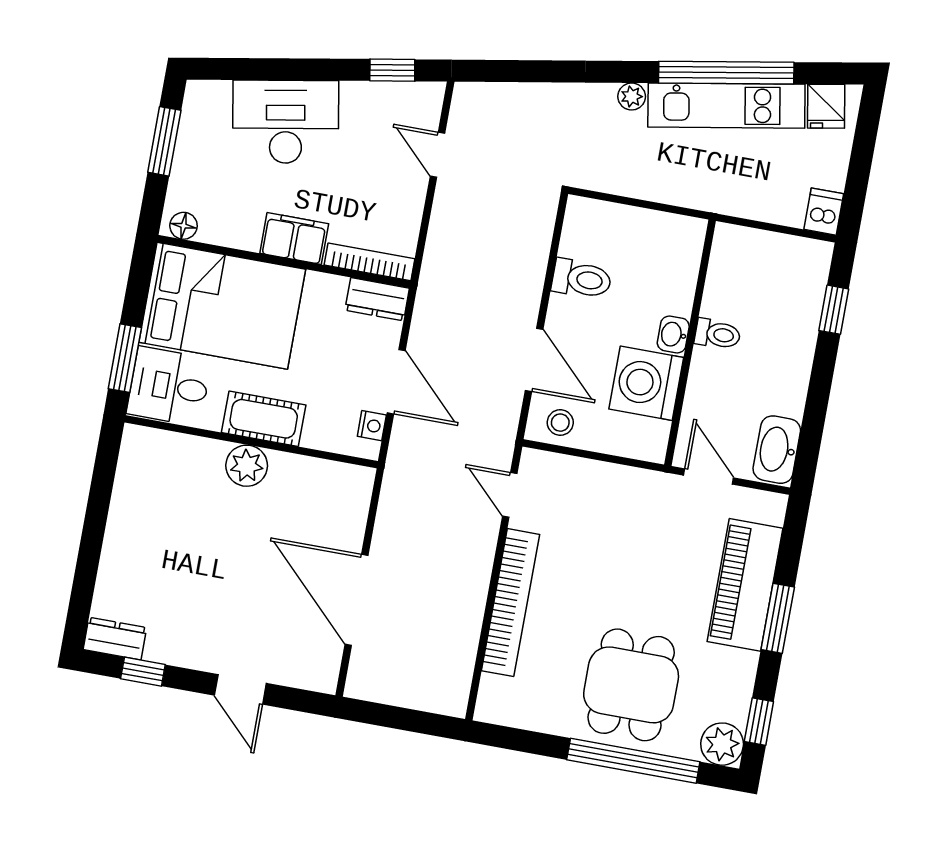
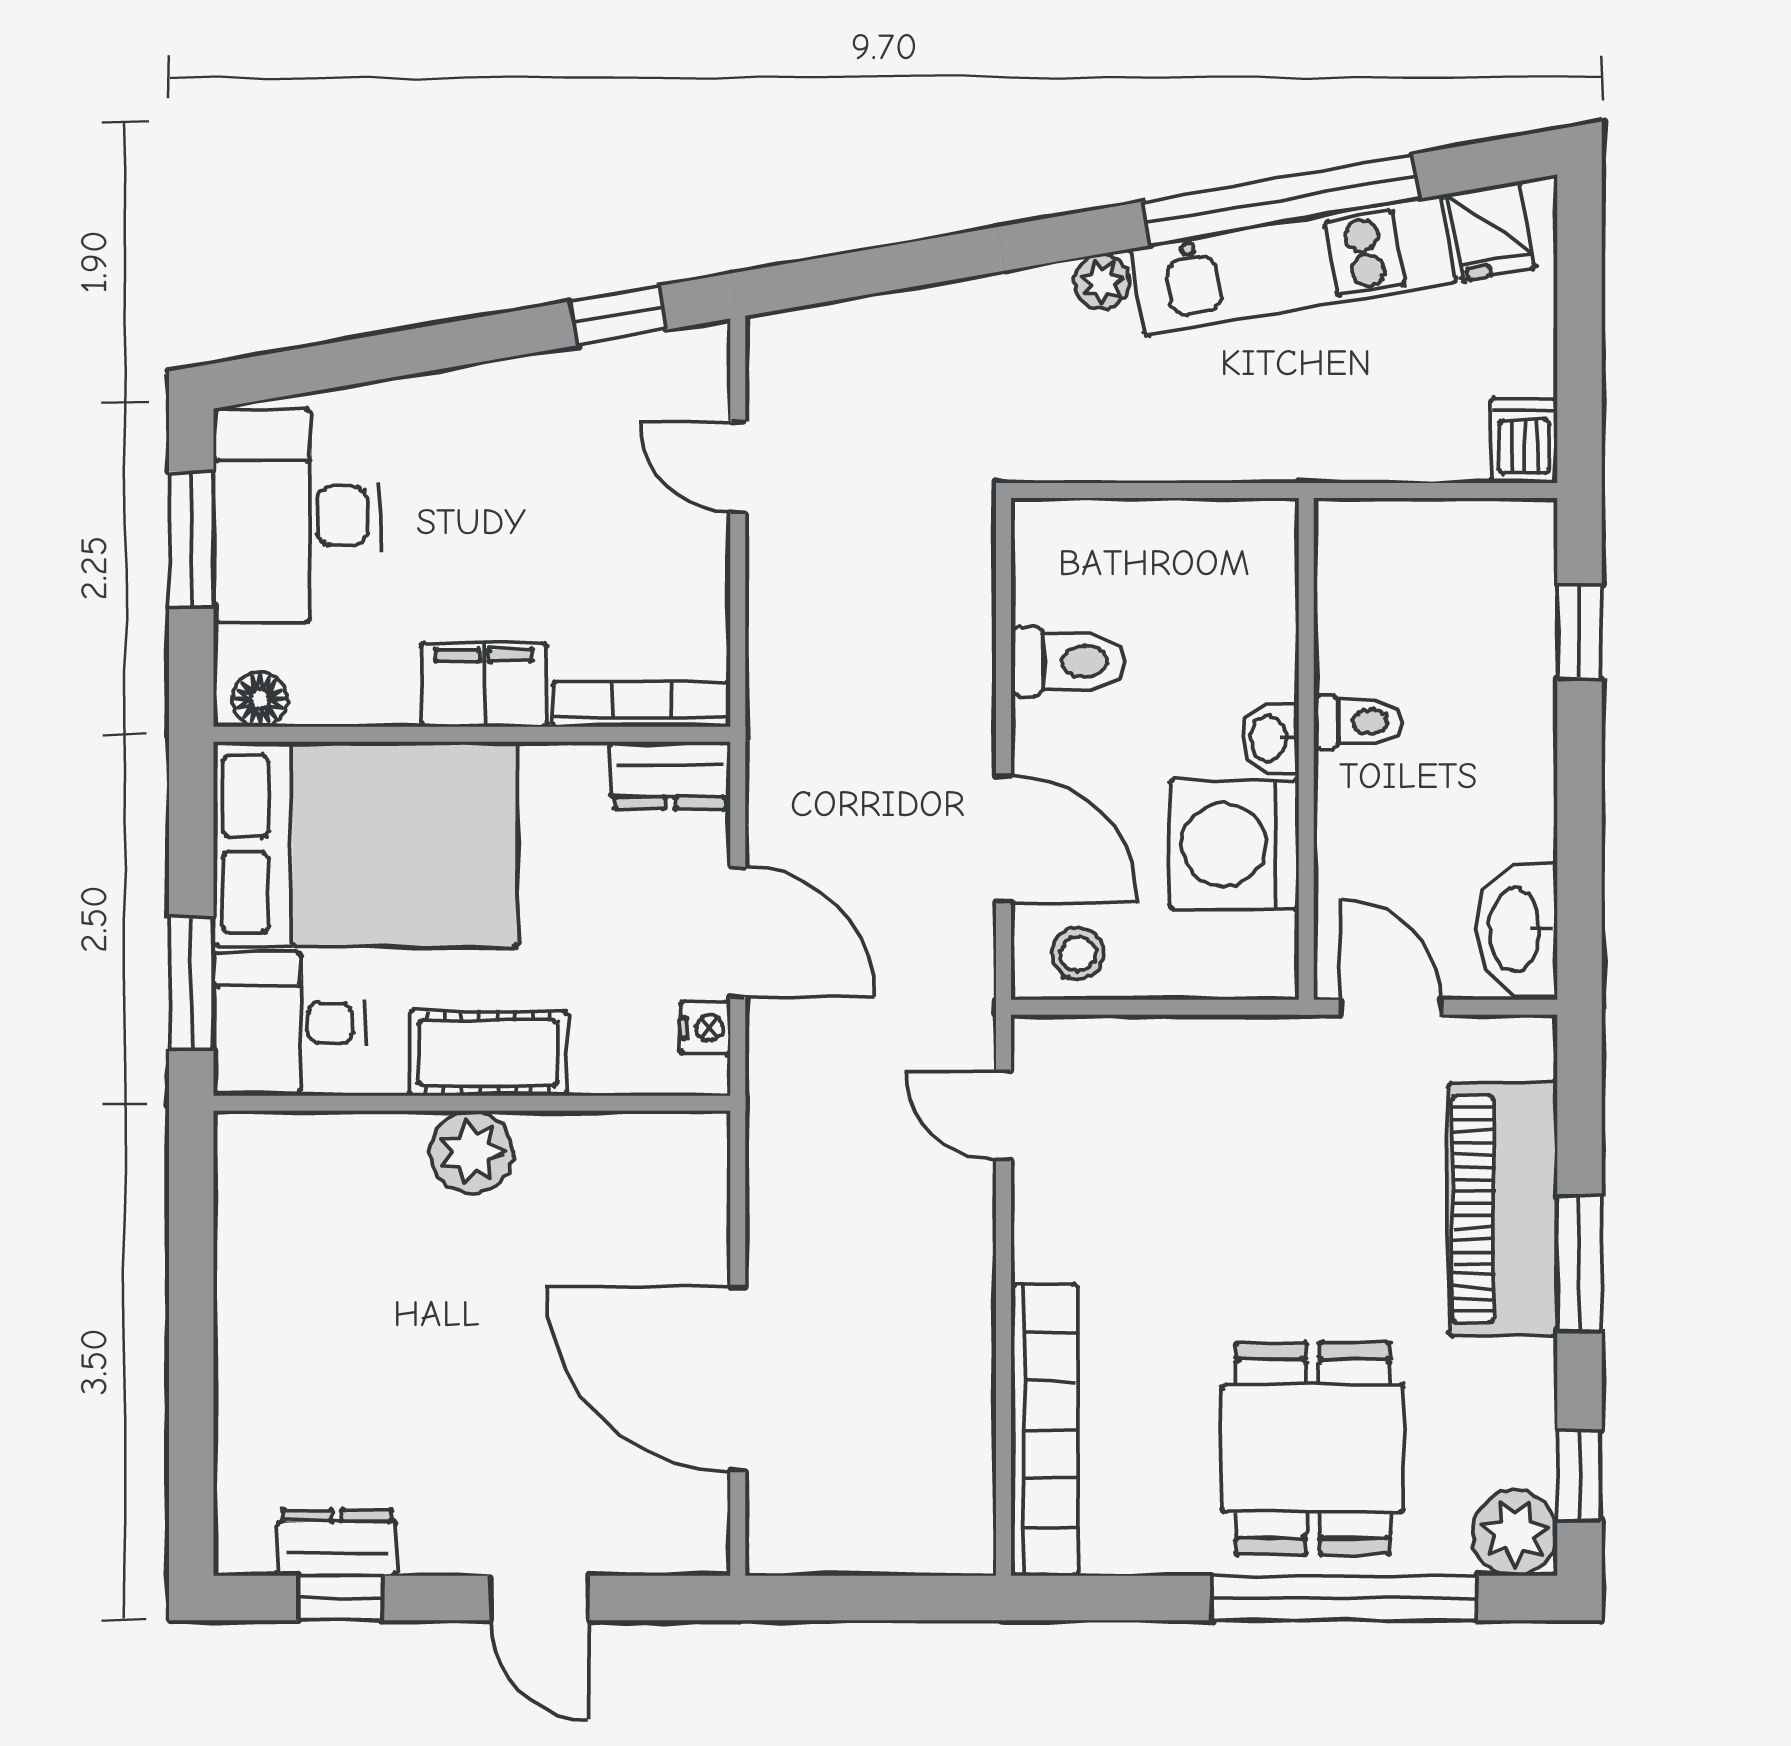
desk: (286, 122) -> (297, 516), moved, turned -80
bookcase: (511, 603) -> (1044, 1430), moved
dresser: (115, 639) -> (337, 1543), moved

